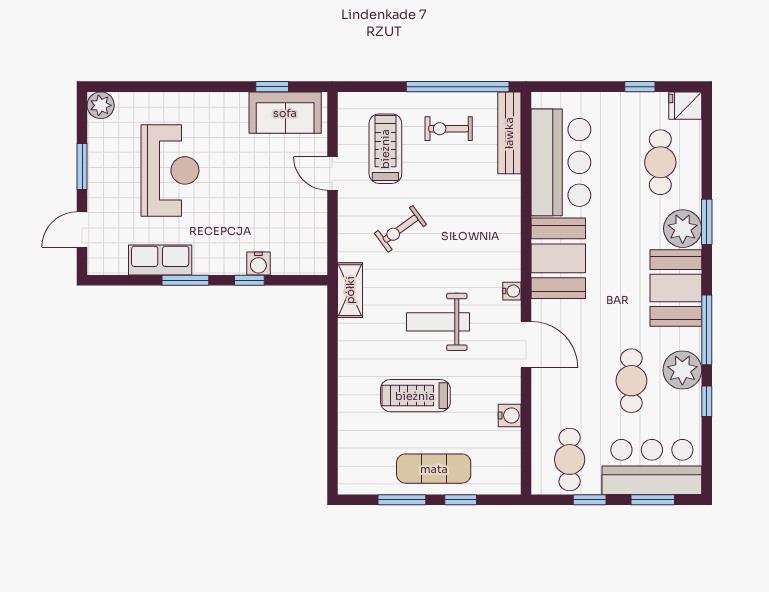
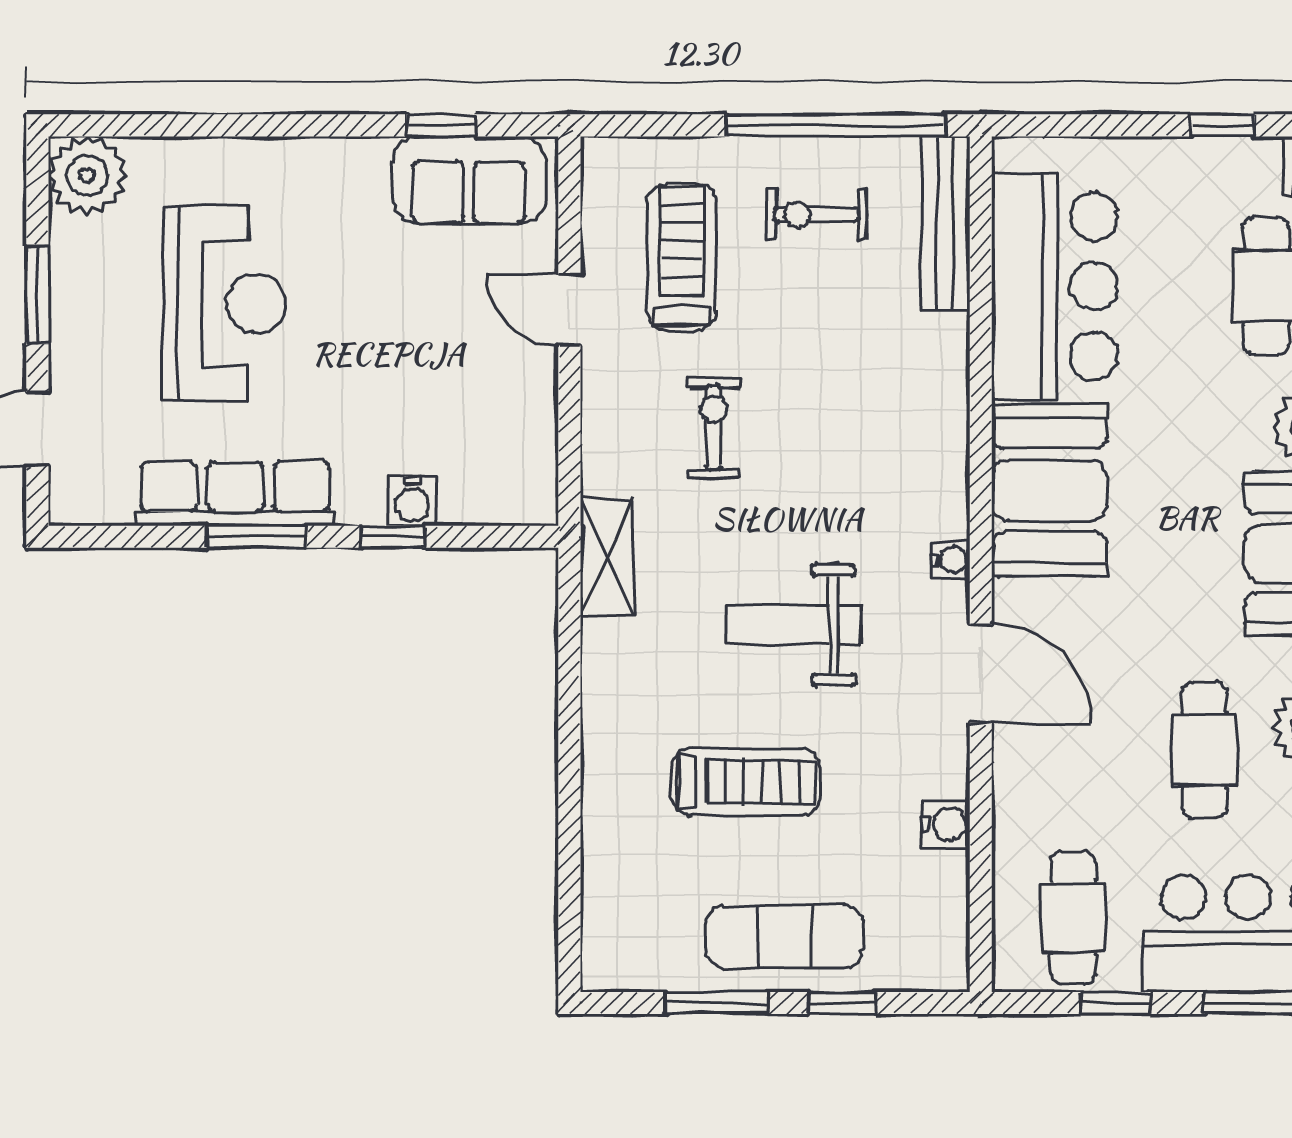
plant: (101, 105) -> (87, 175), width x1.36, depth x1.36
exercise bike: (400, 229) -> (714, 428), turned 126
row of seats: (160, 260) -> (235, 494), width x1.48
treadmill: (415, 396) -> (746, 782), turned 180

